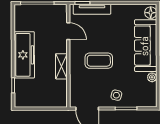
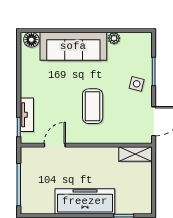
tv unit: (92, 9) -> (27, 115), width x0.71
shelving: (61, 66) -> (135, 154), moved

